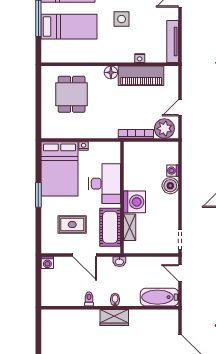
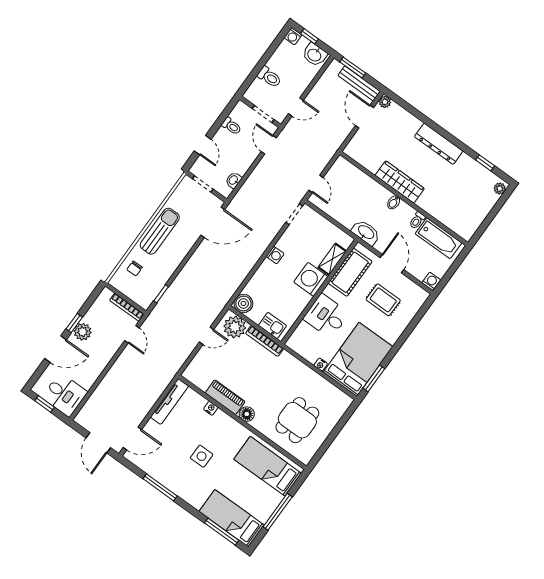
bed: (69, 27) -> (268, 466), moved
piano: (141, 76) -> (225, 397), width x0.73, depth x0.75
kitchen sink: (138, 149) -> (272, 325), added
washing machine: (173, 171) -> (275, 255), moved
desk: (105, 184) -> (326, 316), width x0.73
boiler: (170, 186) -> (243, 304), moved
window: (38, 195) -> (374, 378), moved
washbasin: (119, 262) -> (366, 232), width x1.91, depth x1.45
bathtub: (159, 297) -> (438, 238), moved
wardrobe: (114, 317) -> (400, 182), width x1.50

